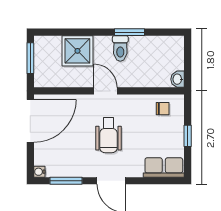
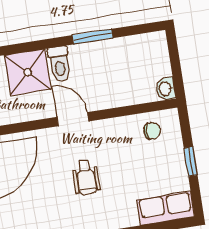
toilet: (120, 48) -> (59, 64), moved
wheelchair: (108, 135) -> (86, 177), width x0.73, depth x0.73

